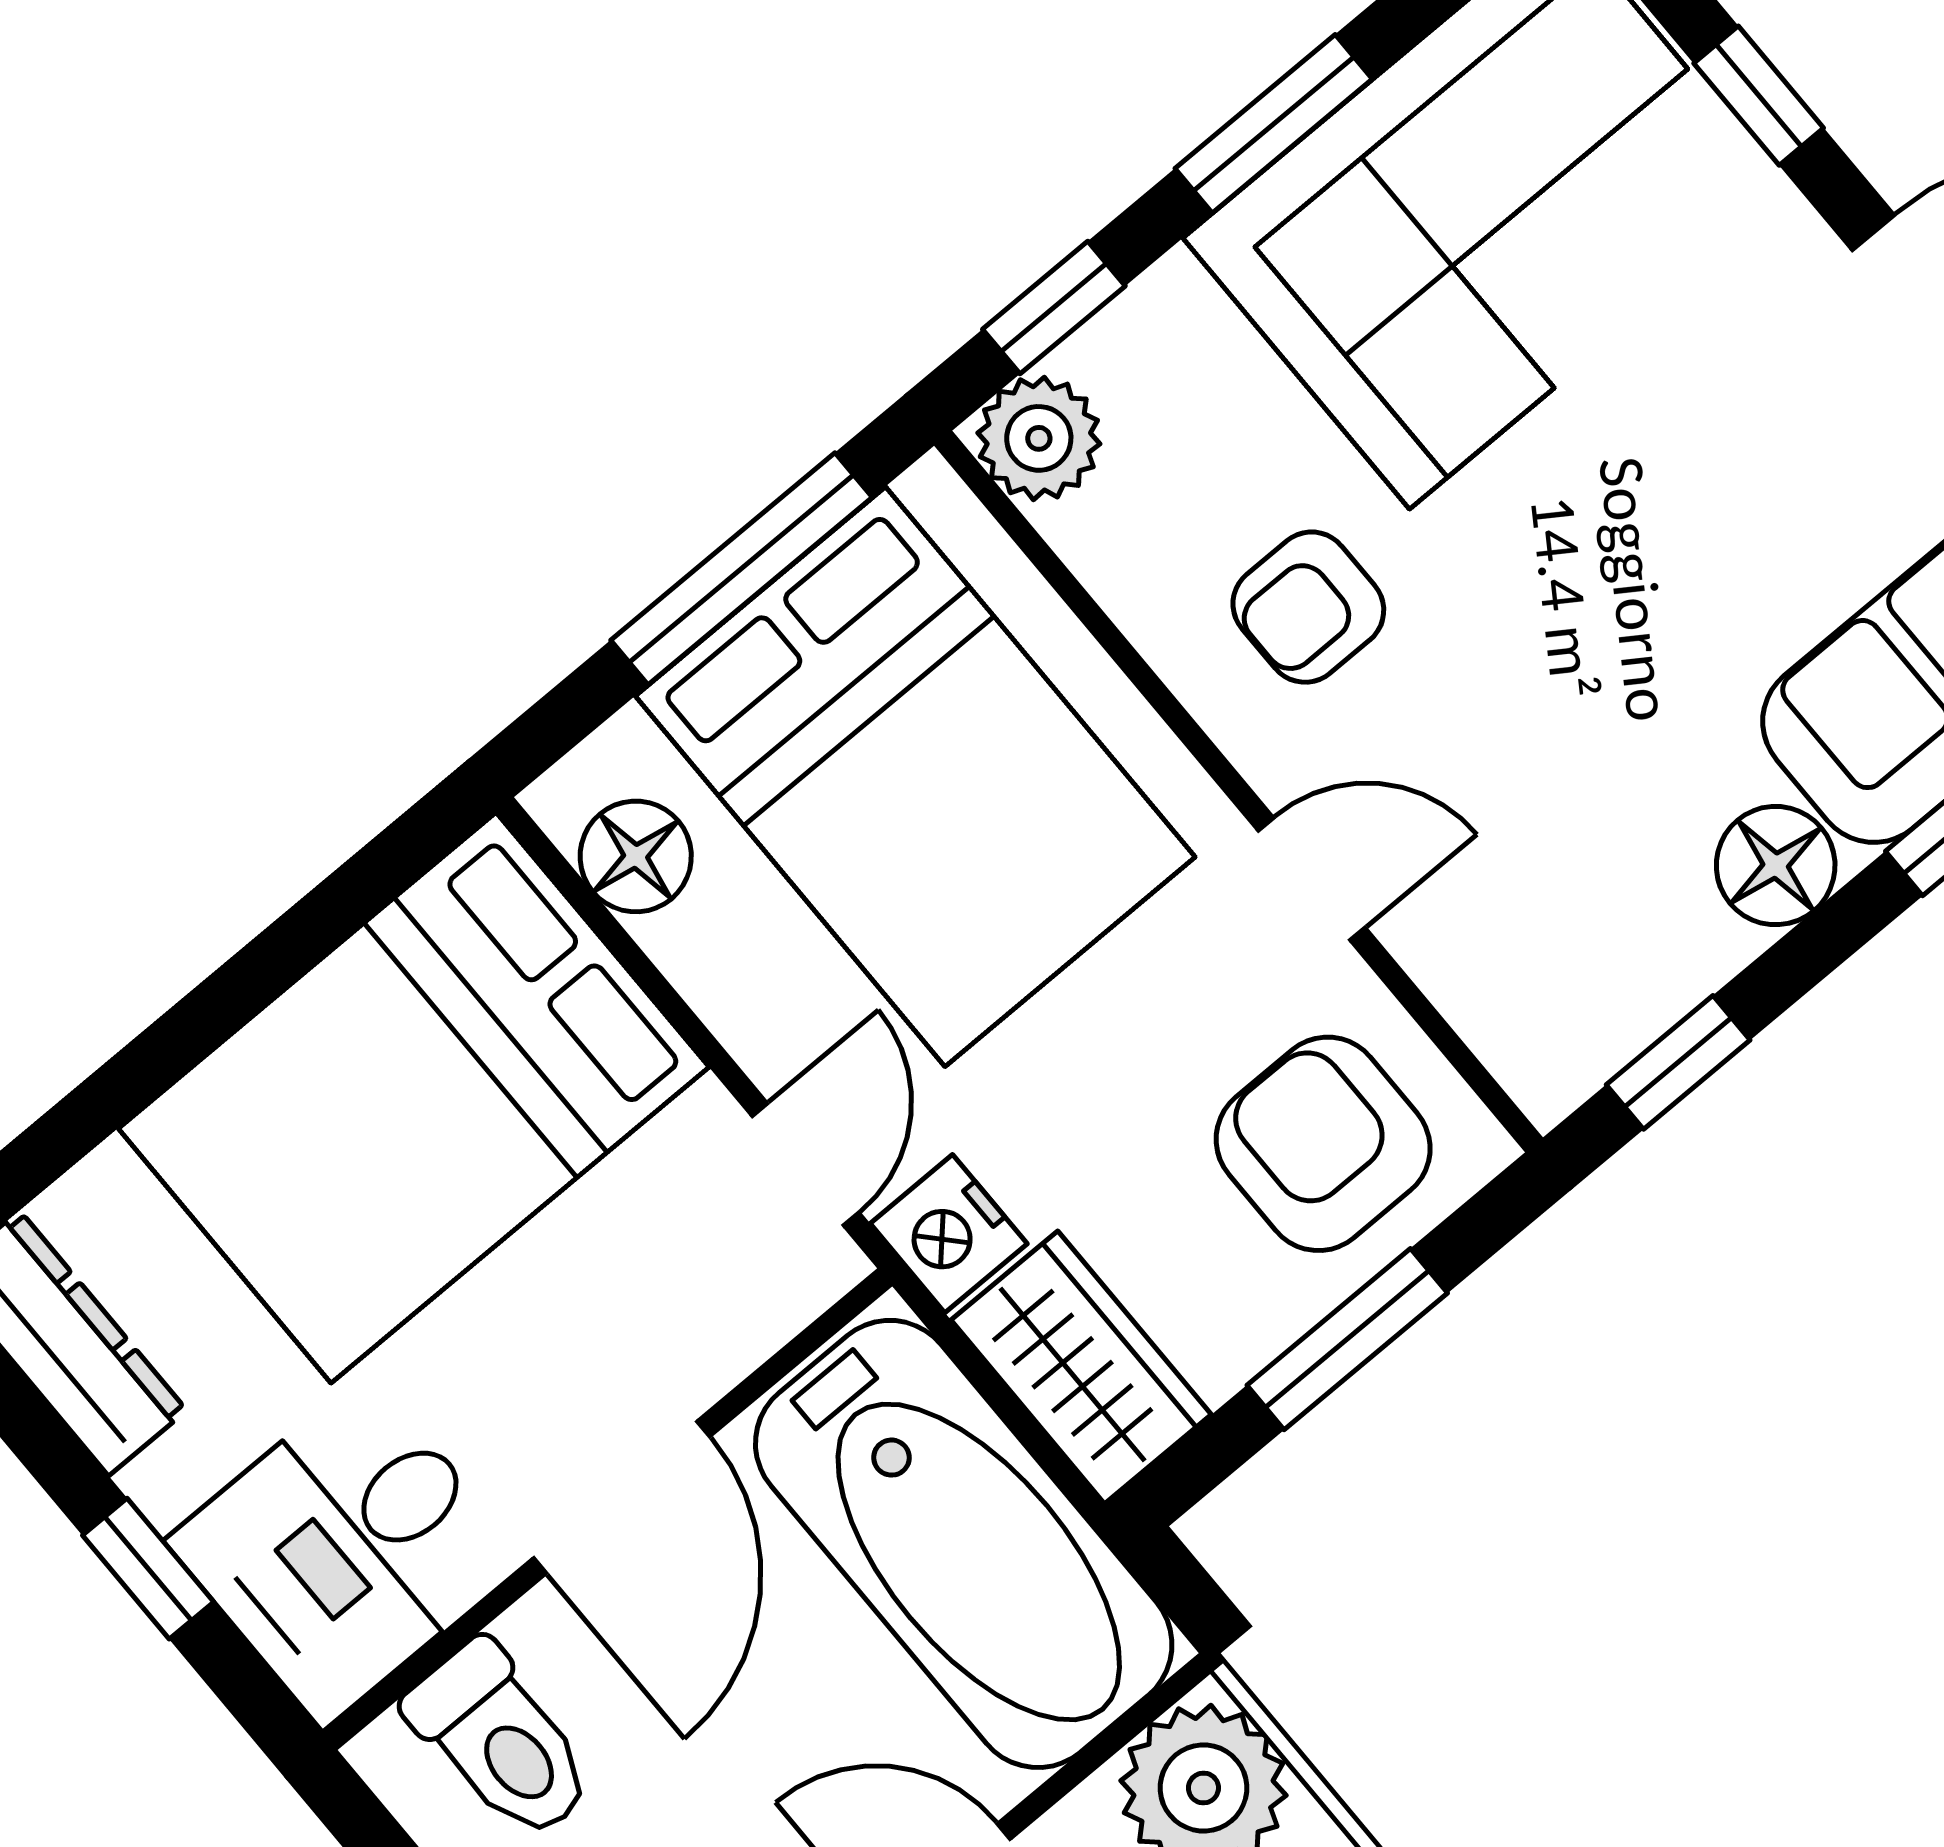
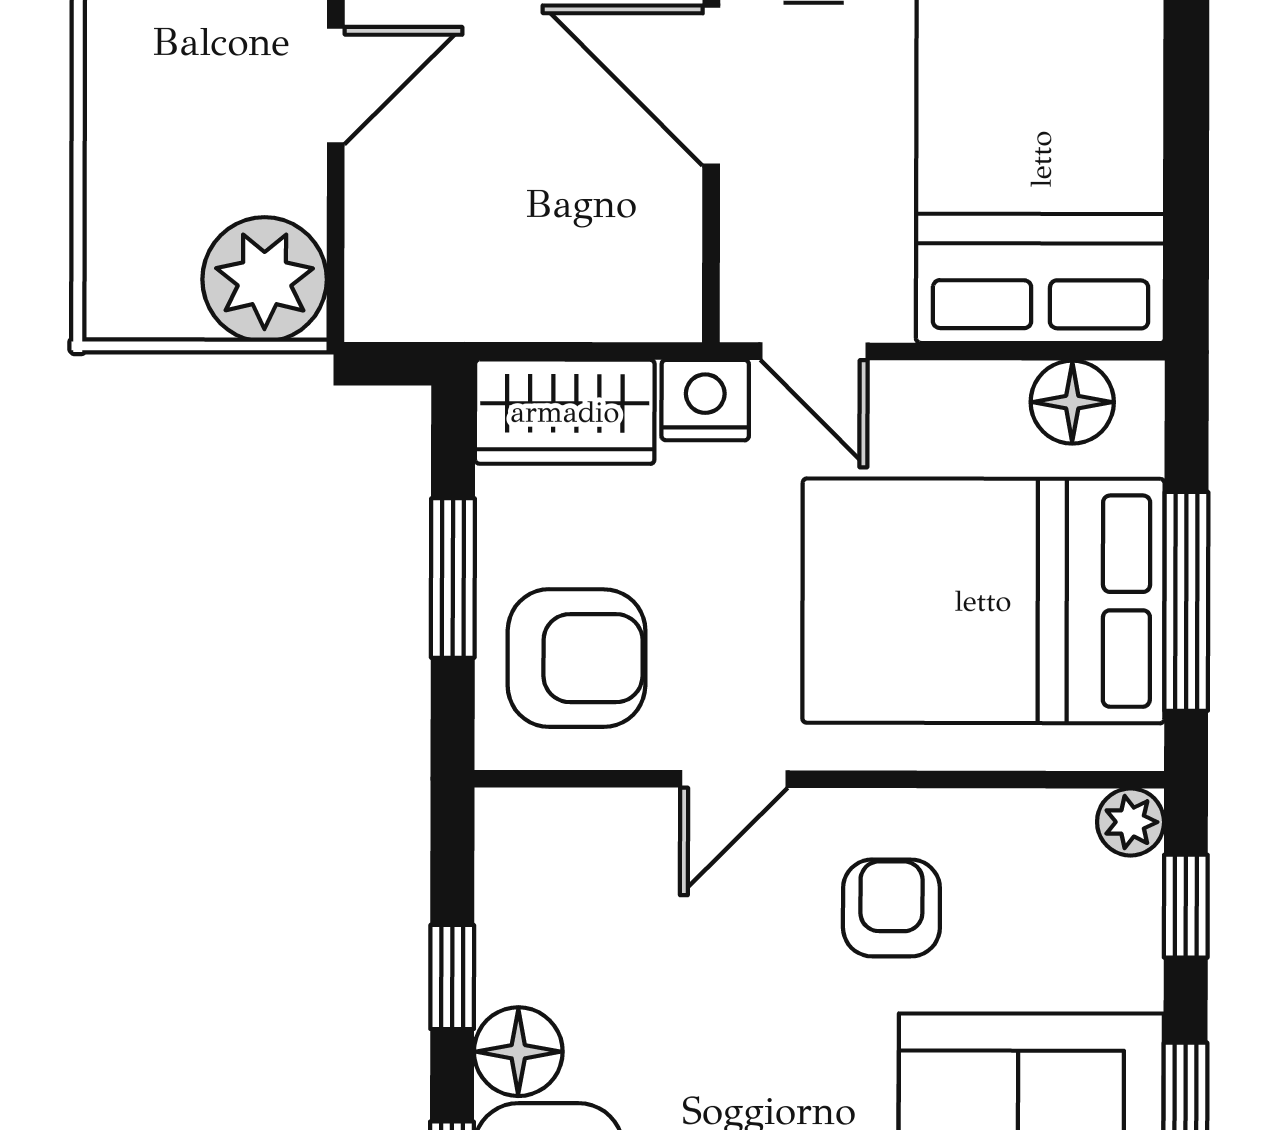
plant: (1039, 438) -> (1131, 822), width x0.73, depth x0.73
window: (1678, 1062) -> (452, 977), moved
bathtub: (964, 1544) -> (520, 259), removed

